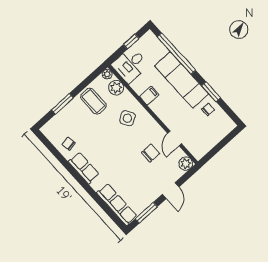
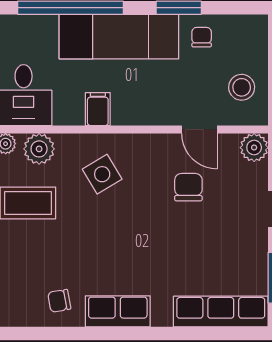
stool: (203, 140) -> (242, 87), added

